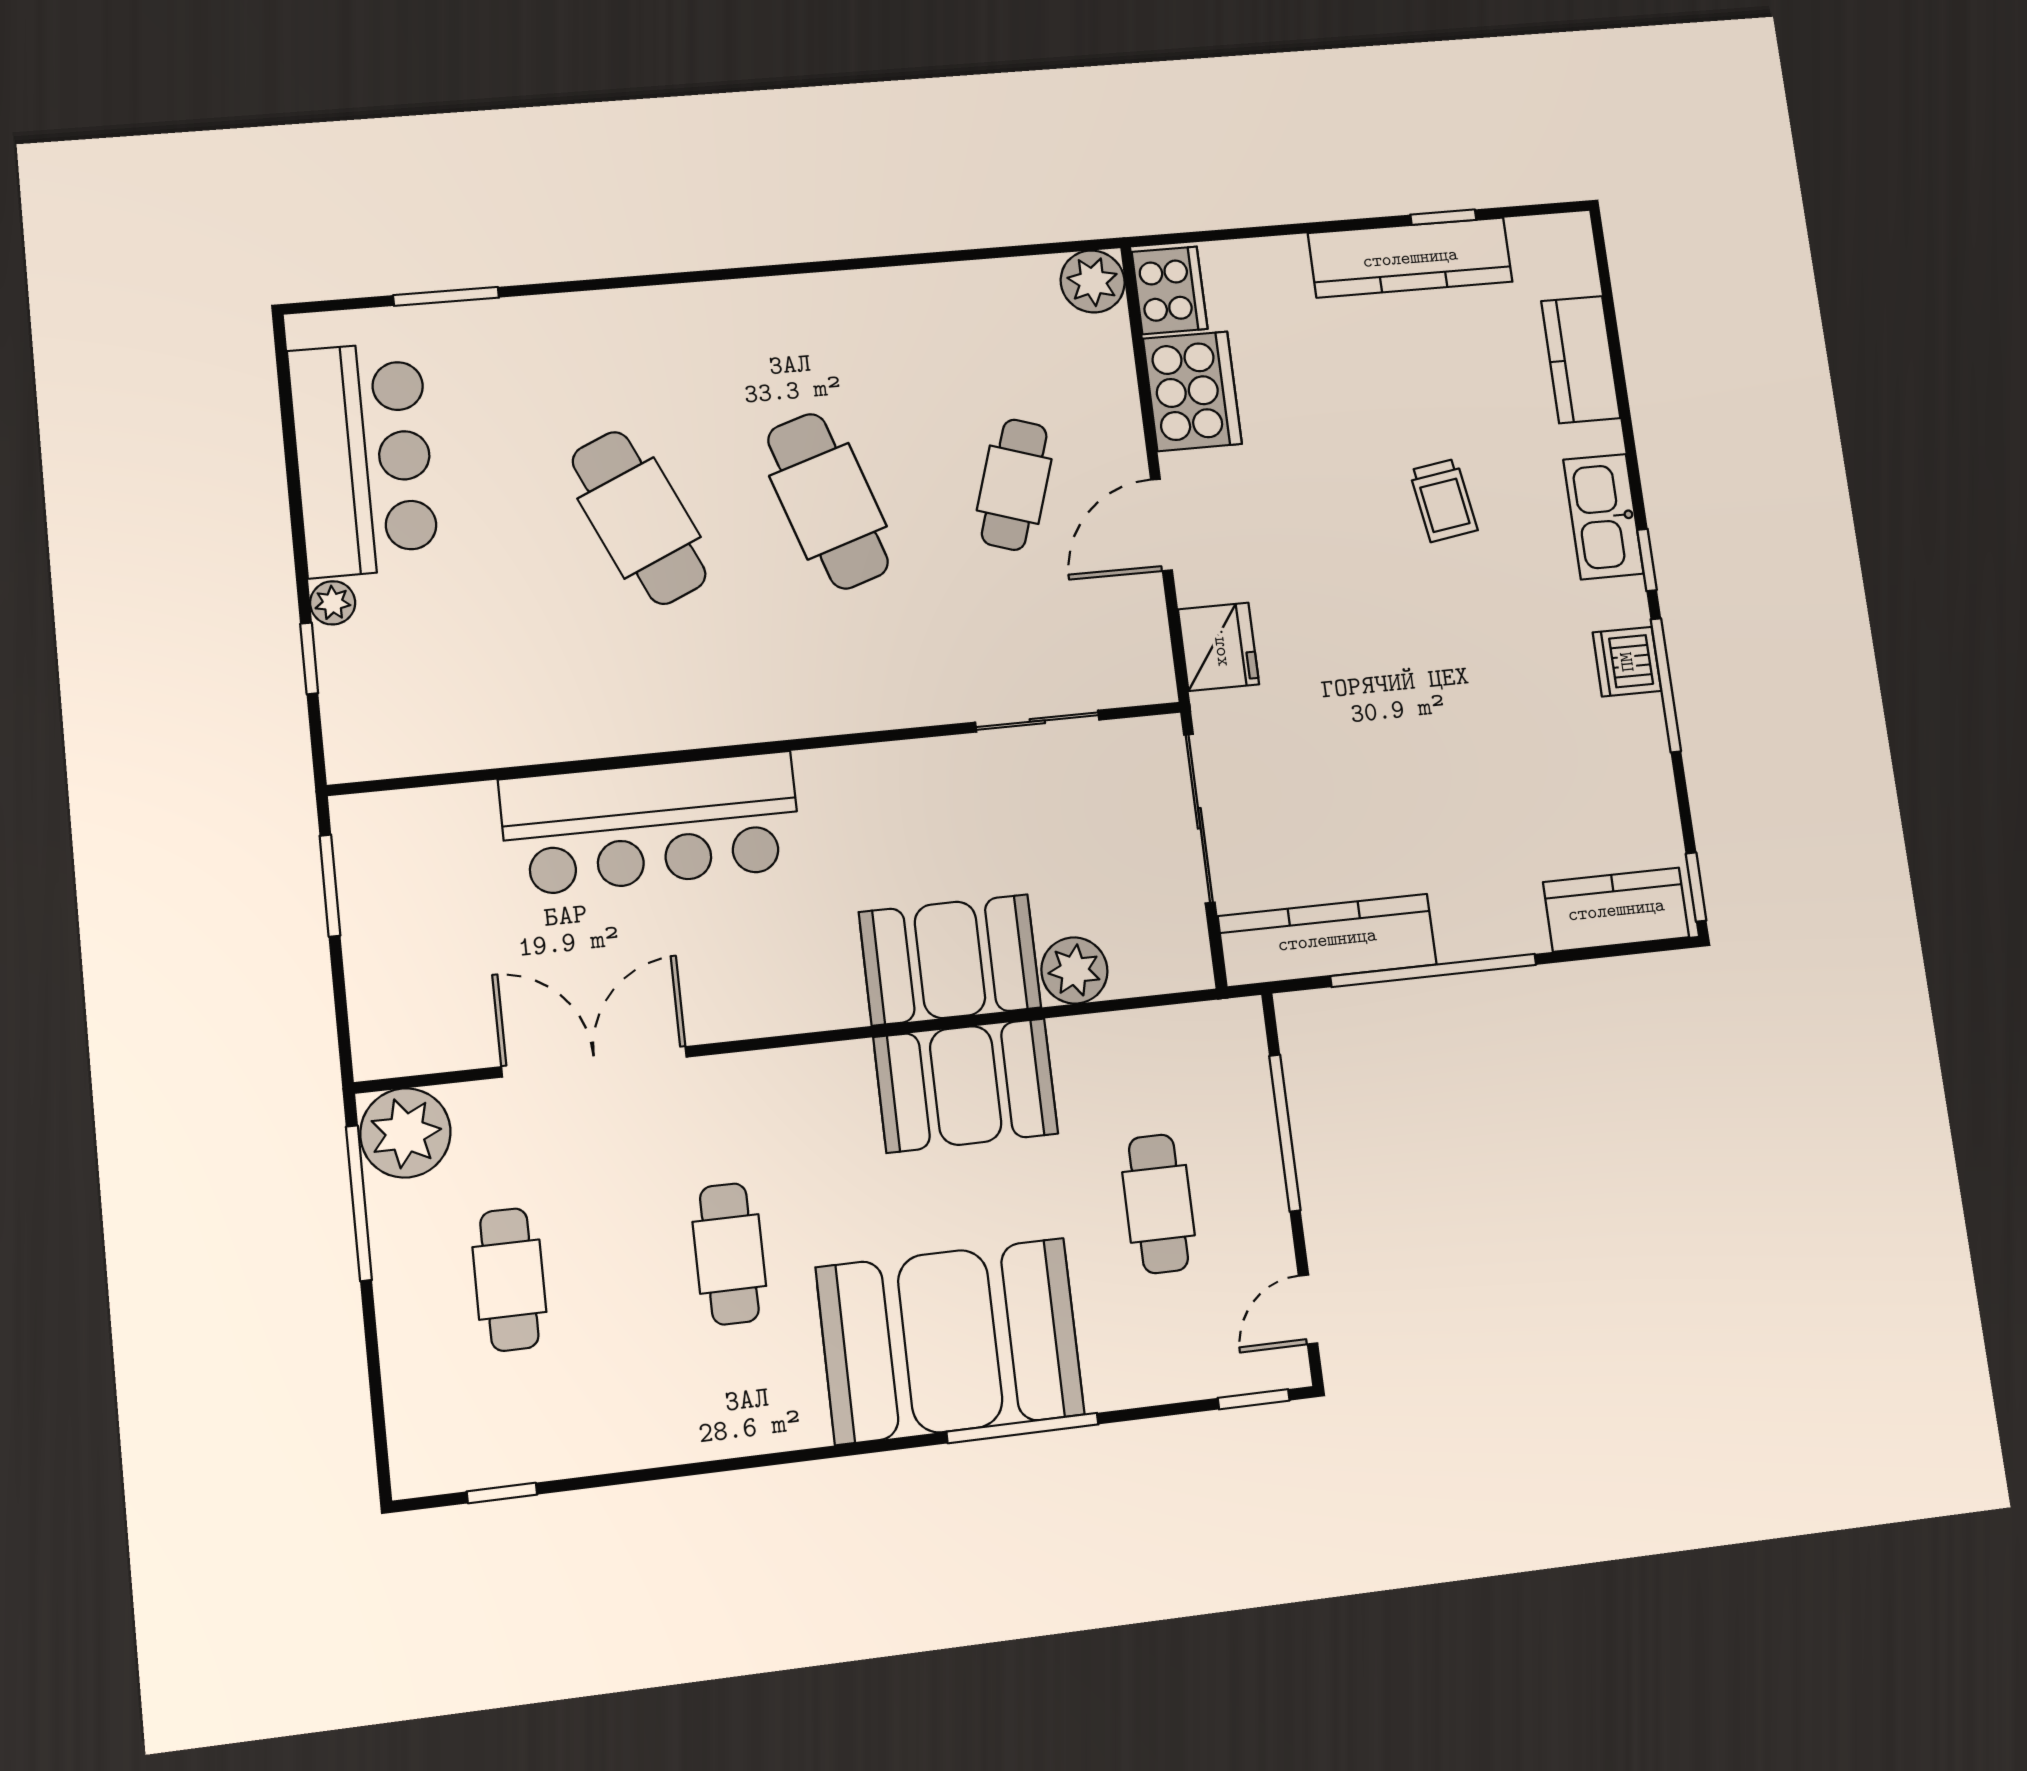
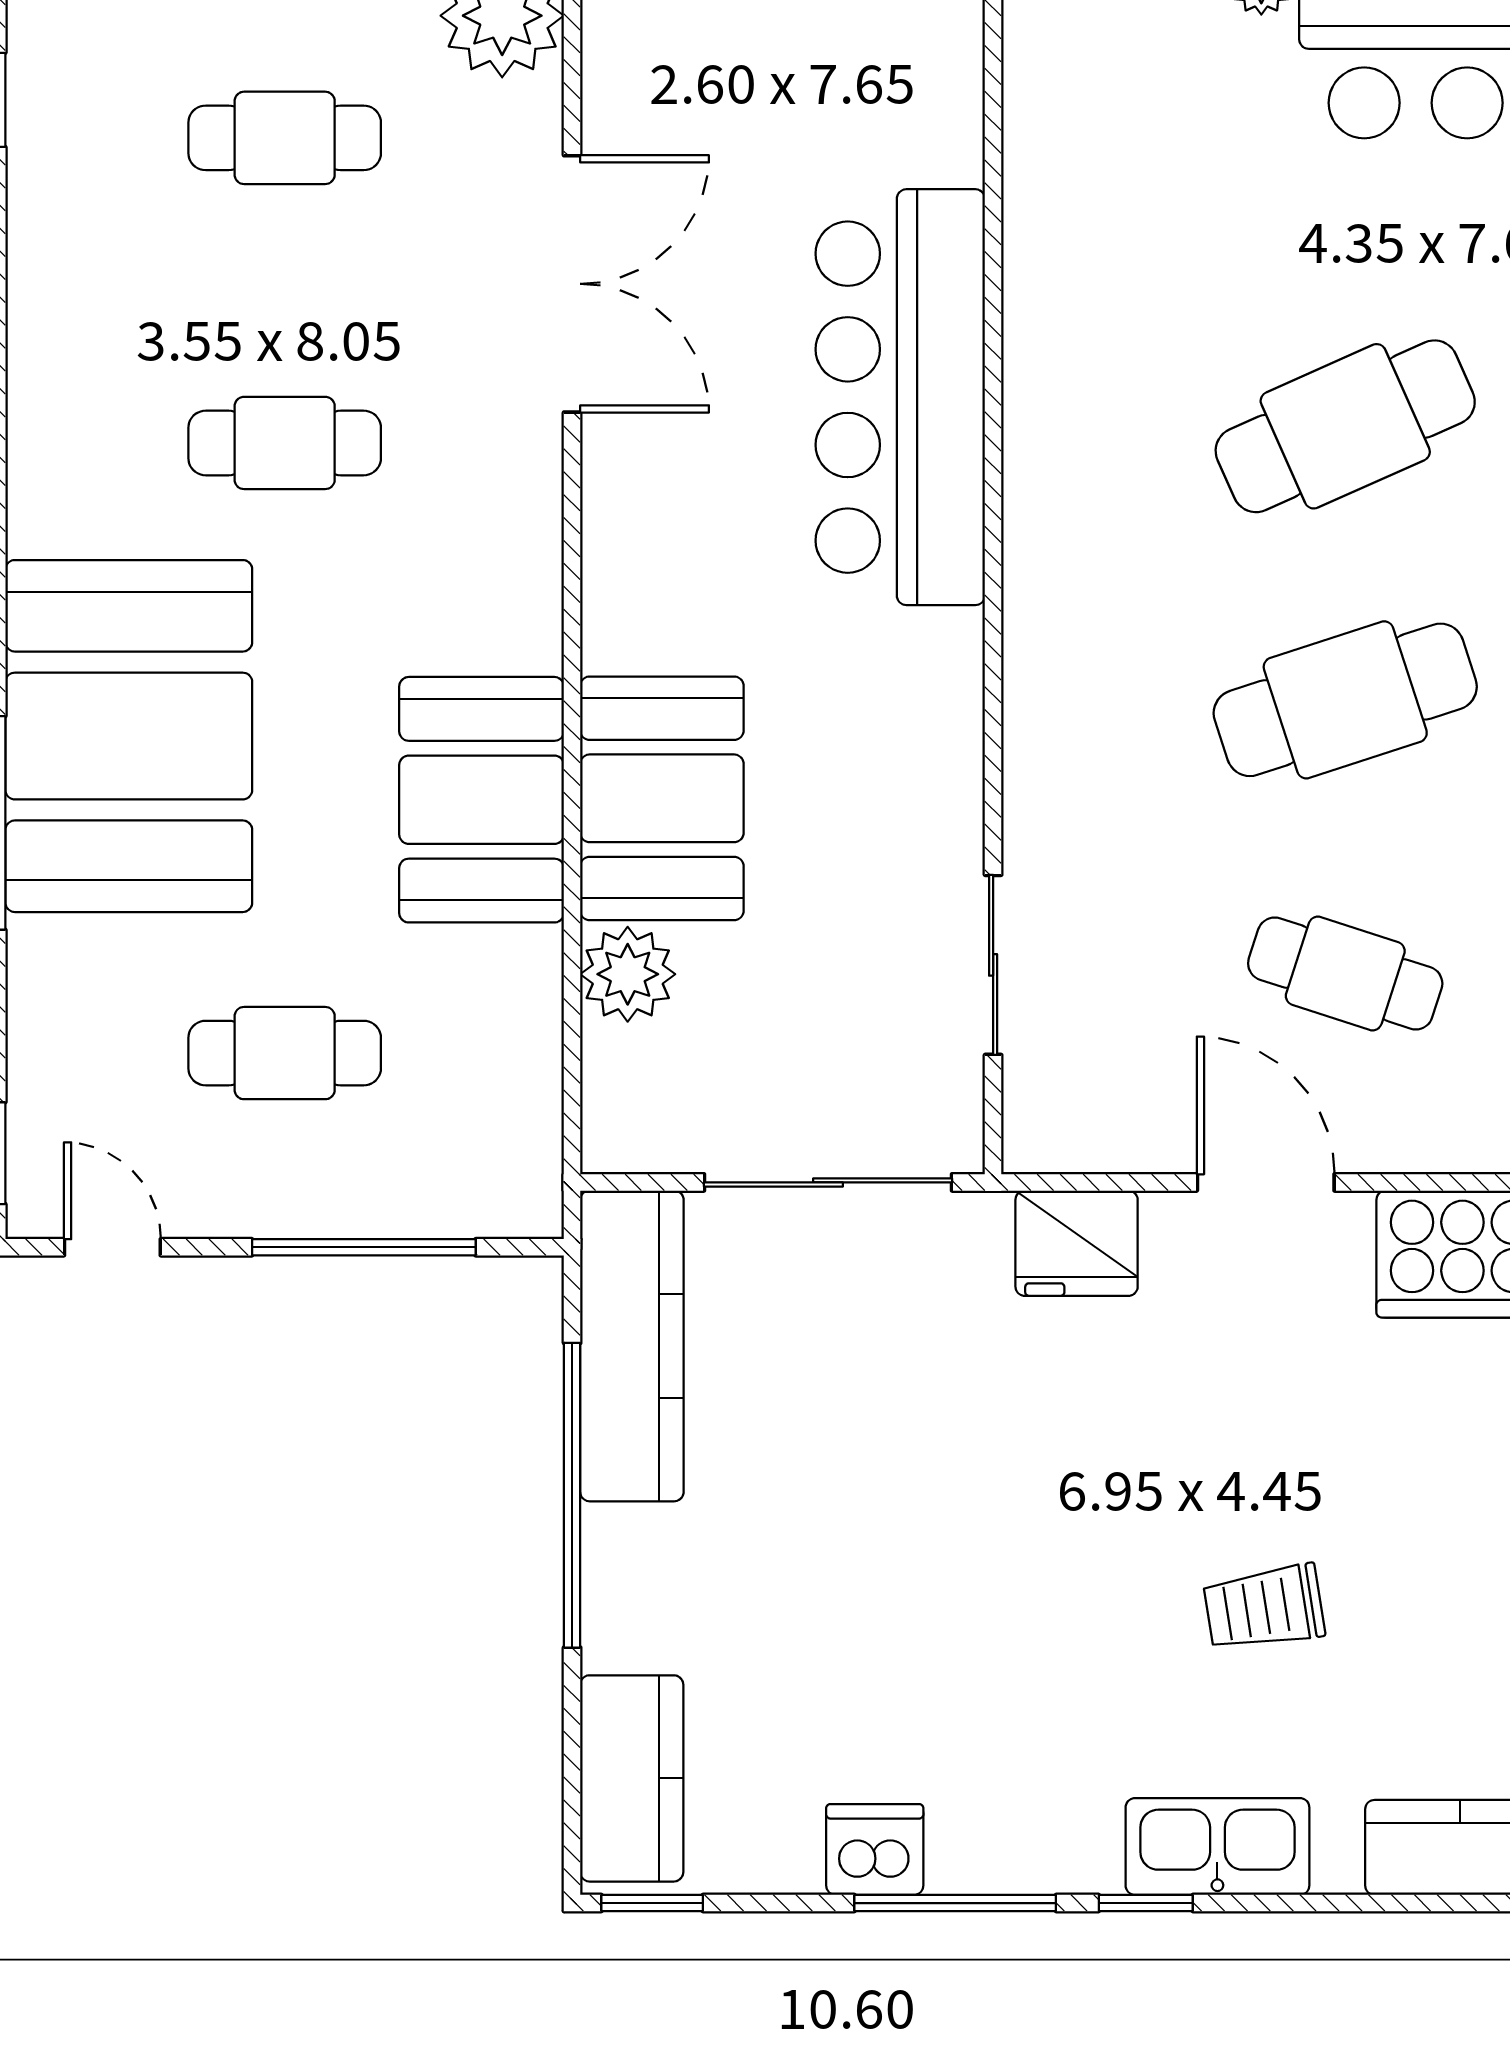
dishwasher: (1627, 662) -> (875, 1849), moved

